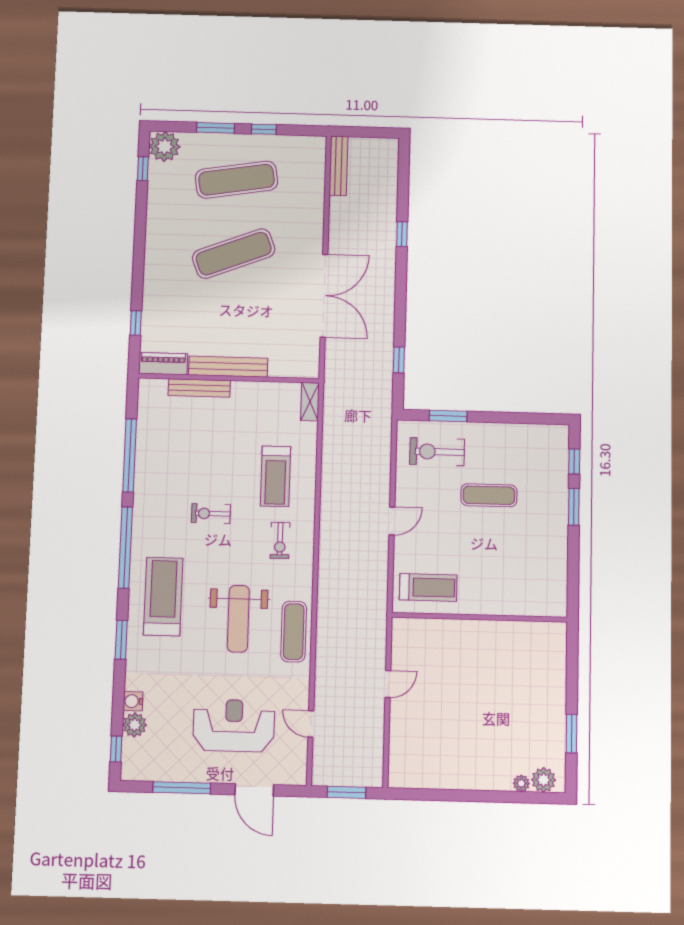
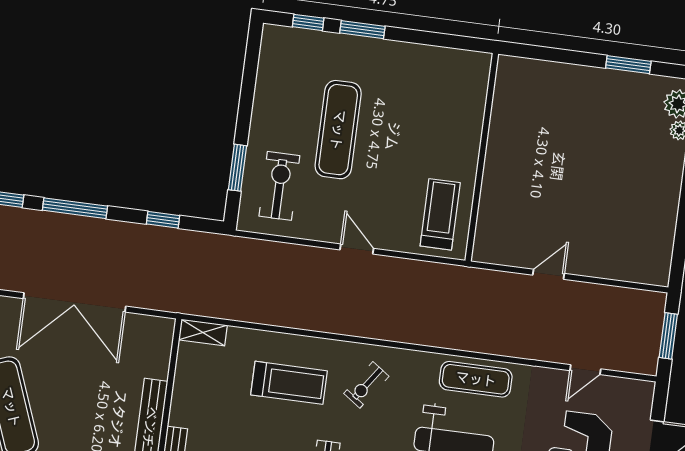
window: (401, 288) -> (75, 208), added
double door: (324, 296) -> (75, 302), swing flipped
exercise bike: (437, 452) -> (279, 186), turned 180
exercise mat: (489, 495) -> (338, 130), width x1.36, depth x1.45
exercise bike: (280, 540) -> (366, 385), turned 125
door: (388, 684) -> (548, 274), hinge flipped

